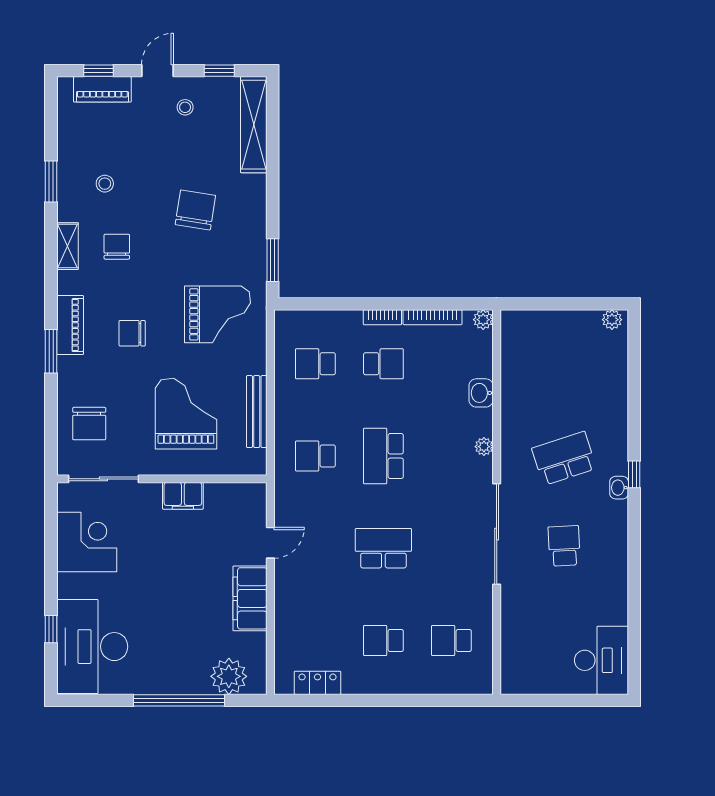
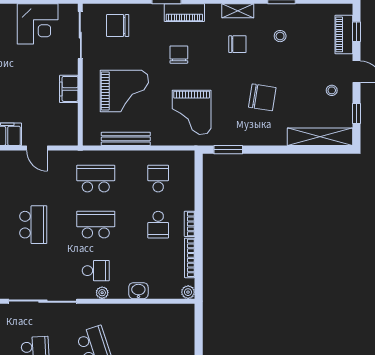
school desk: (315, 456) -> (96, 179), width x1.85
school desk: (451, 456) -> (96, 271), added

